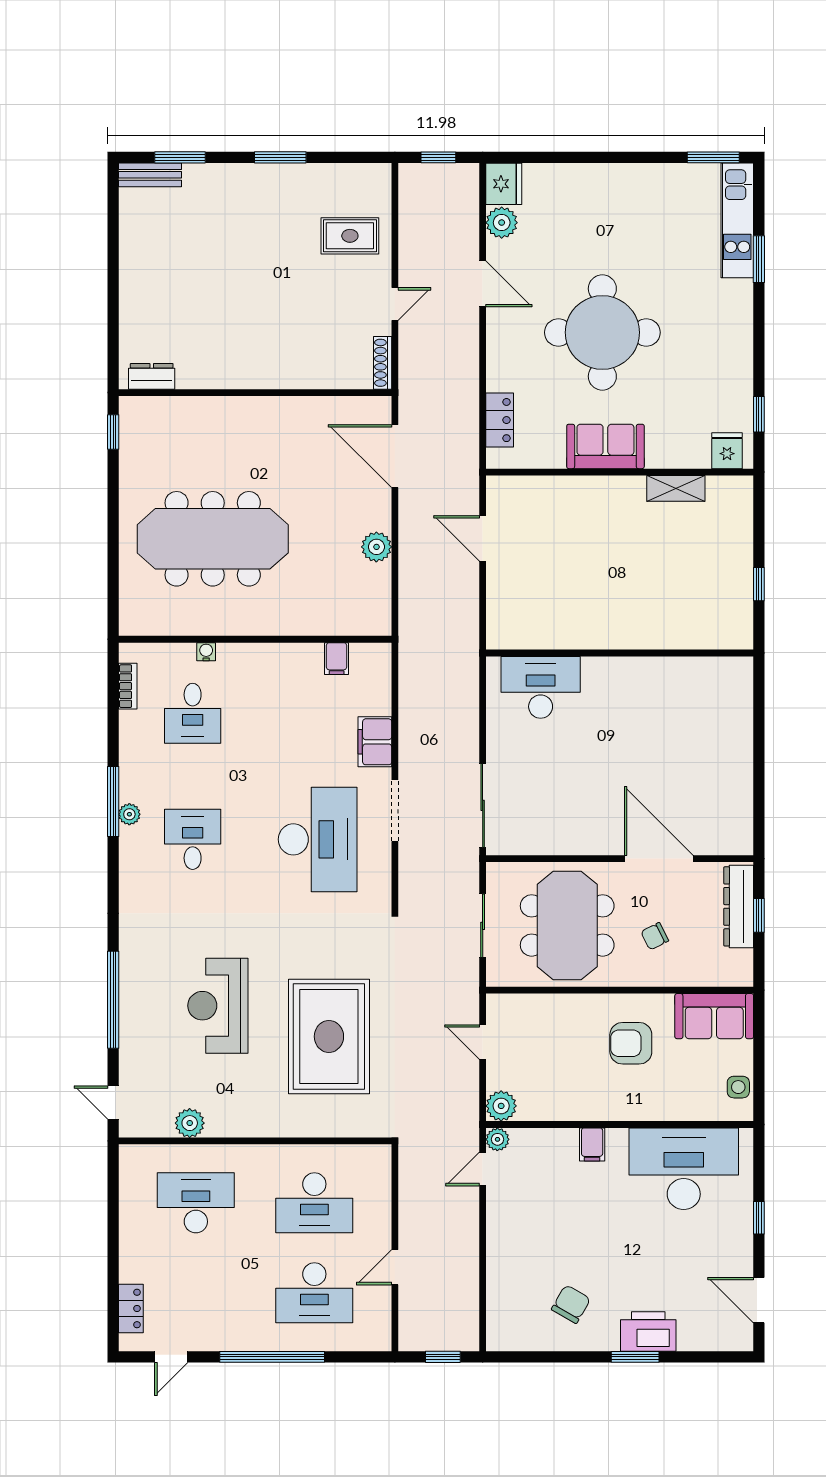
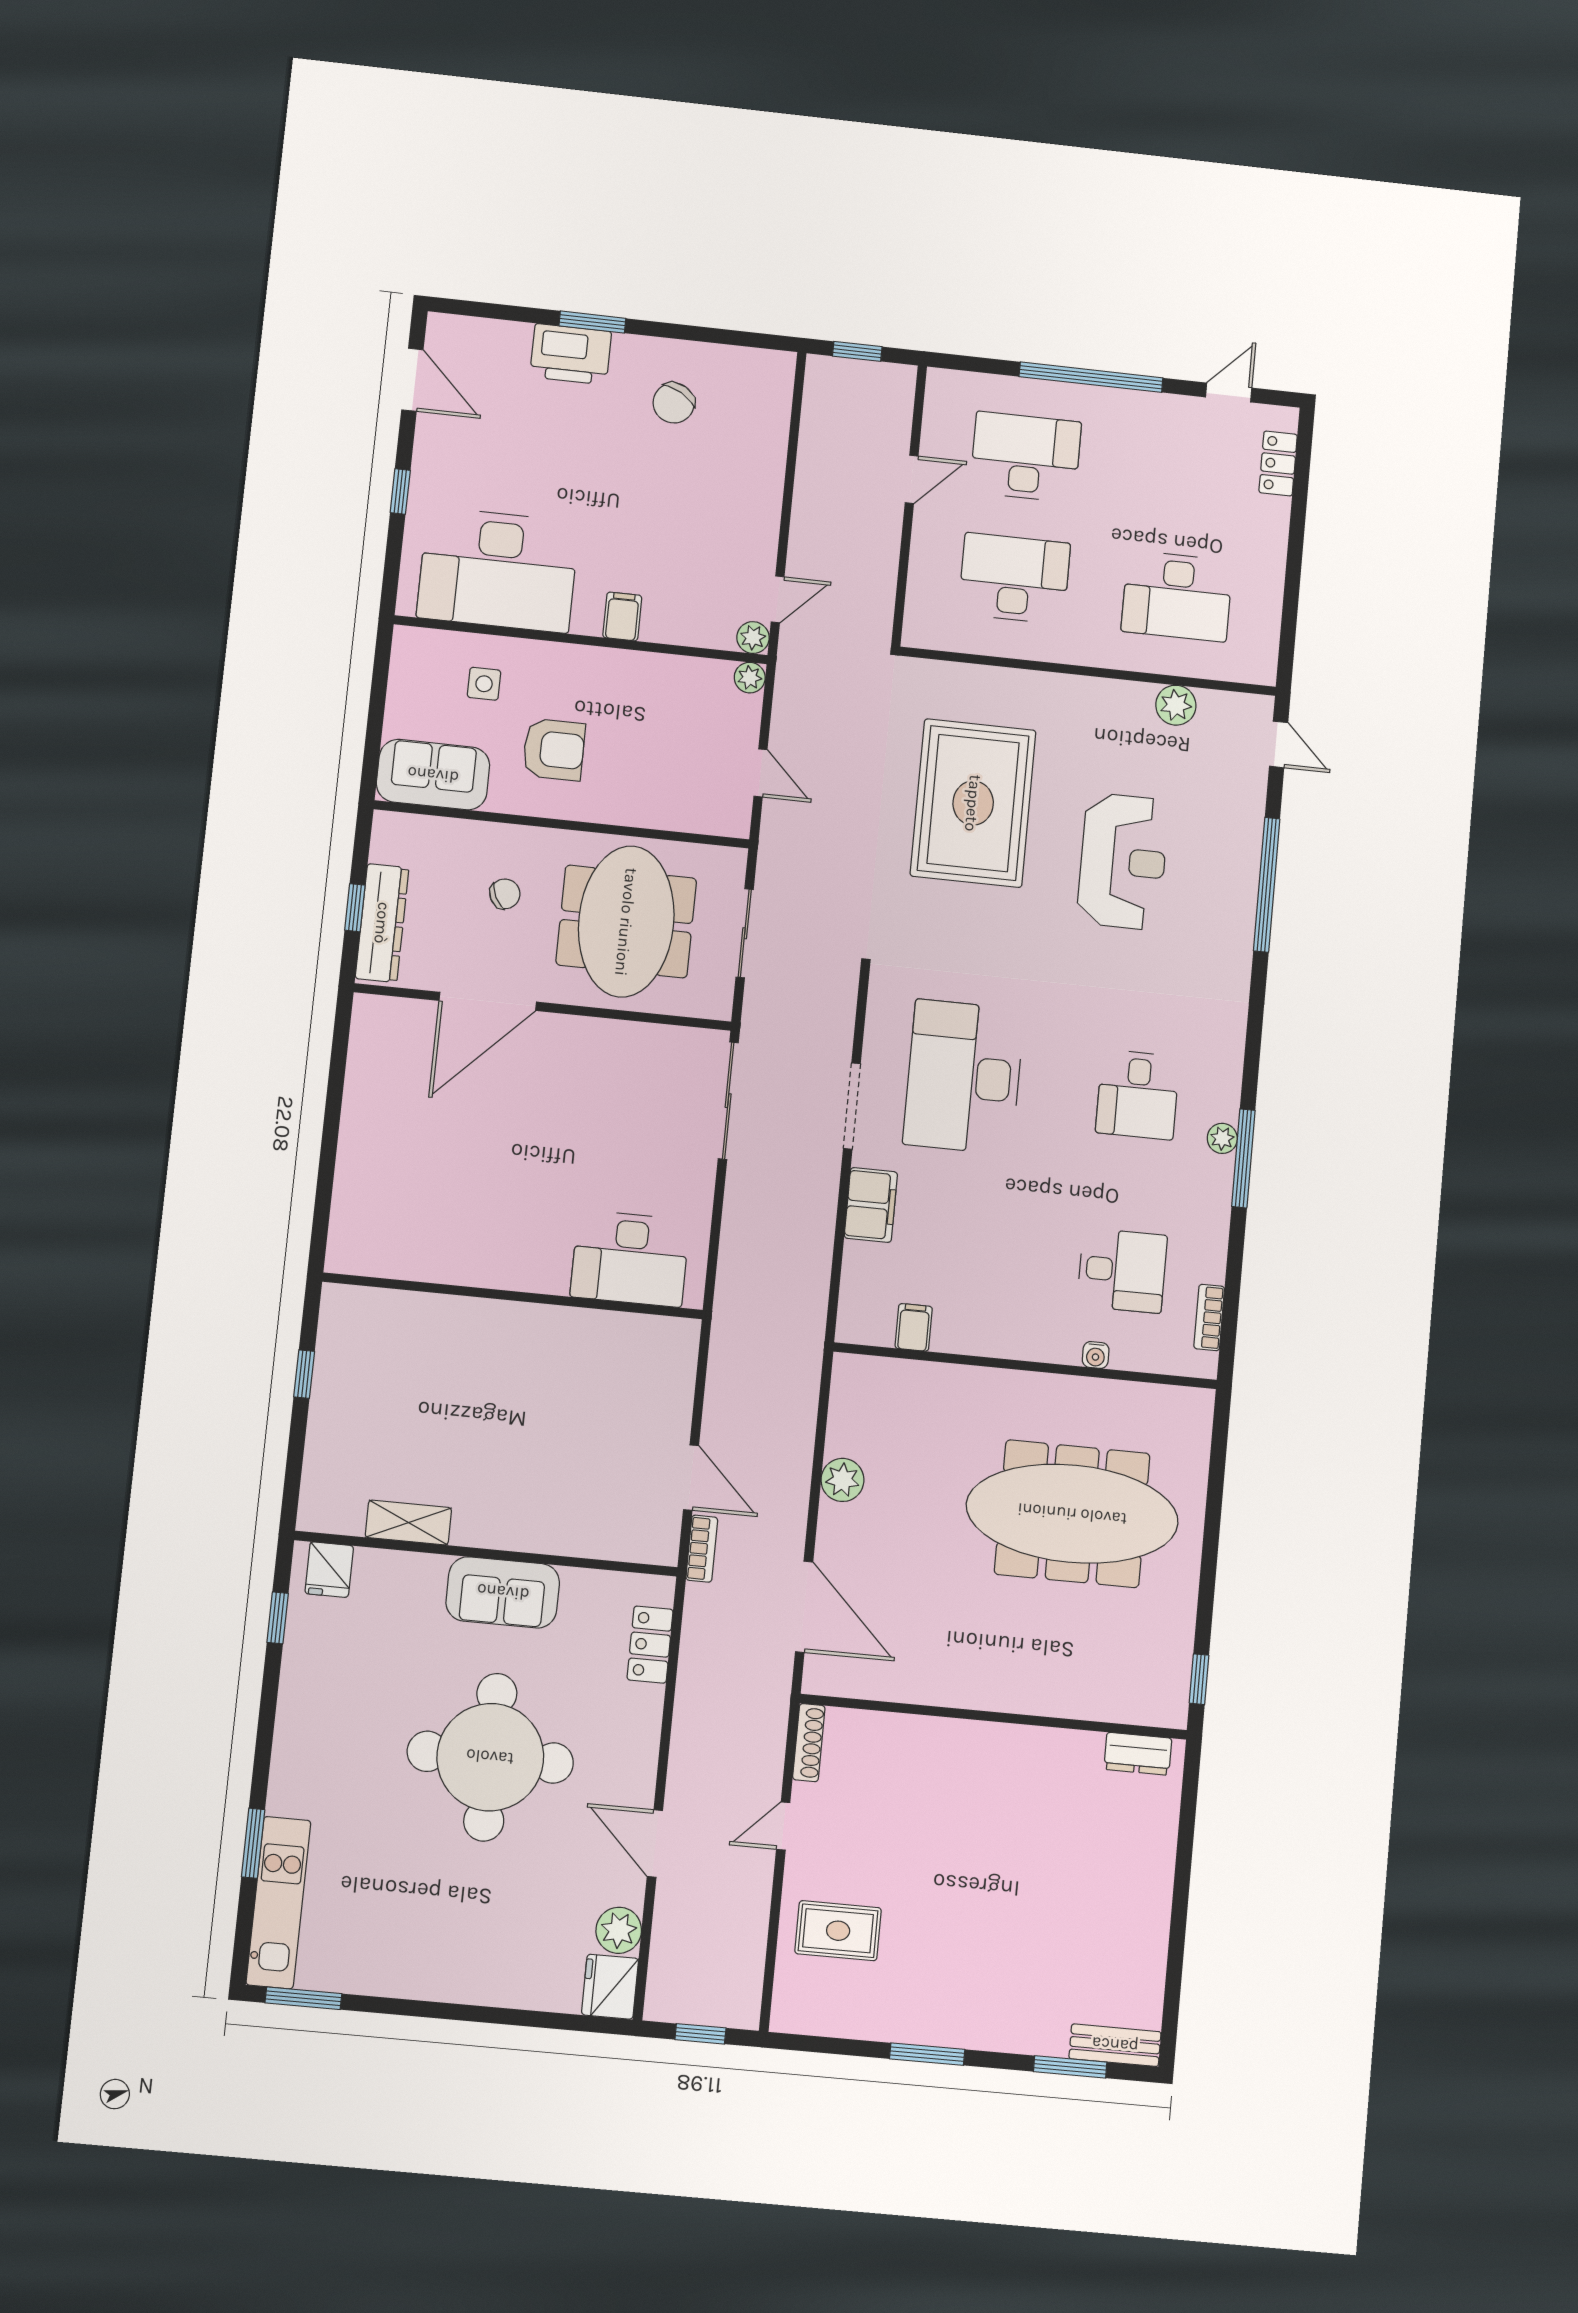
bookcase: (470, 490) -> (702, 1549), added
desk: (193, 713) -> (1122, 1270), turned 90
door: (659, 859) -> (488, 1001), hinge flipped
side table: (738, 1087) -> (484, 684), moved
plant: (501, 1106) -> (750, 678), width x0.73, depth x0.73

